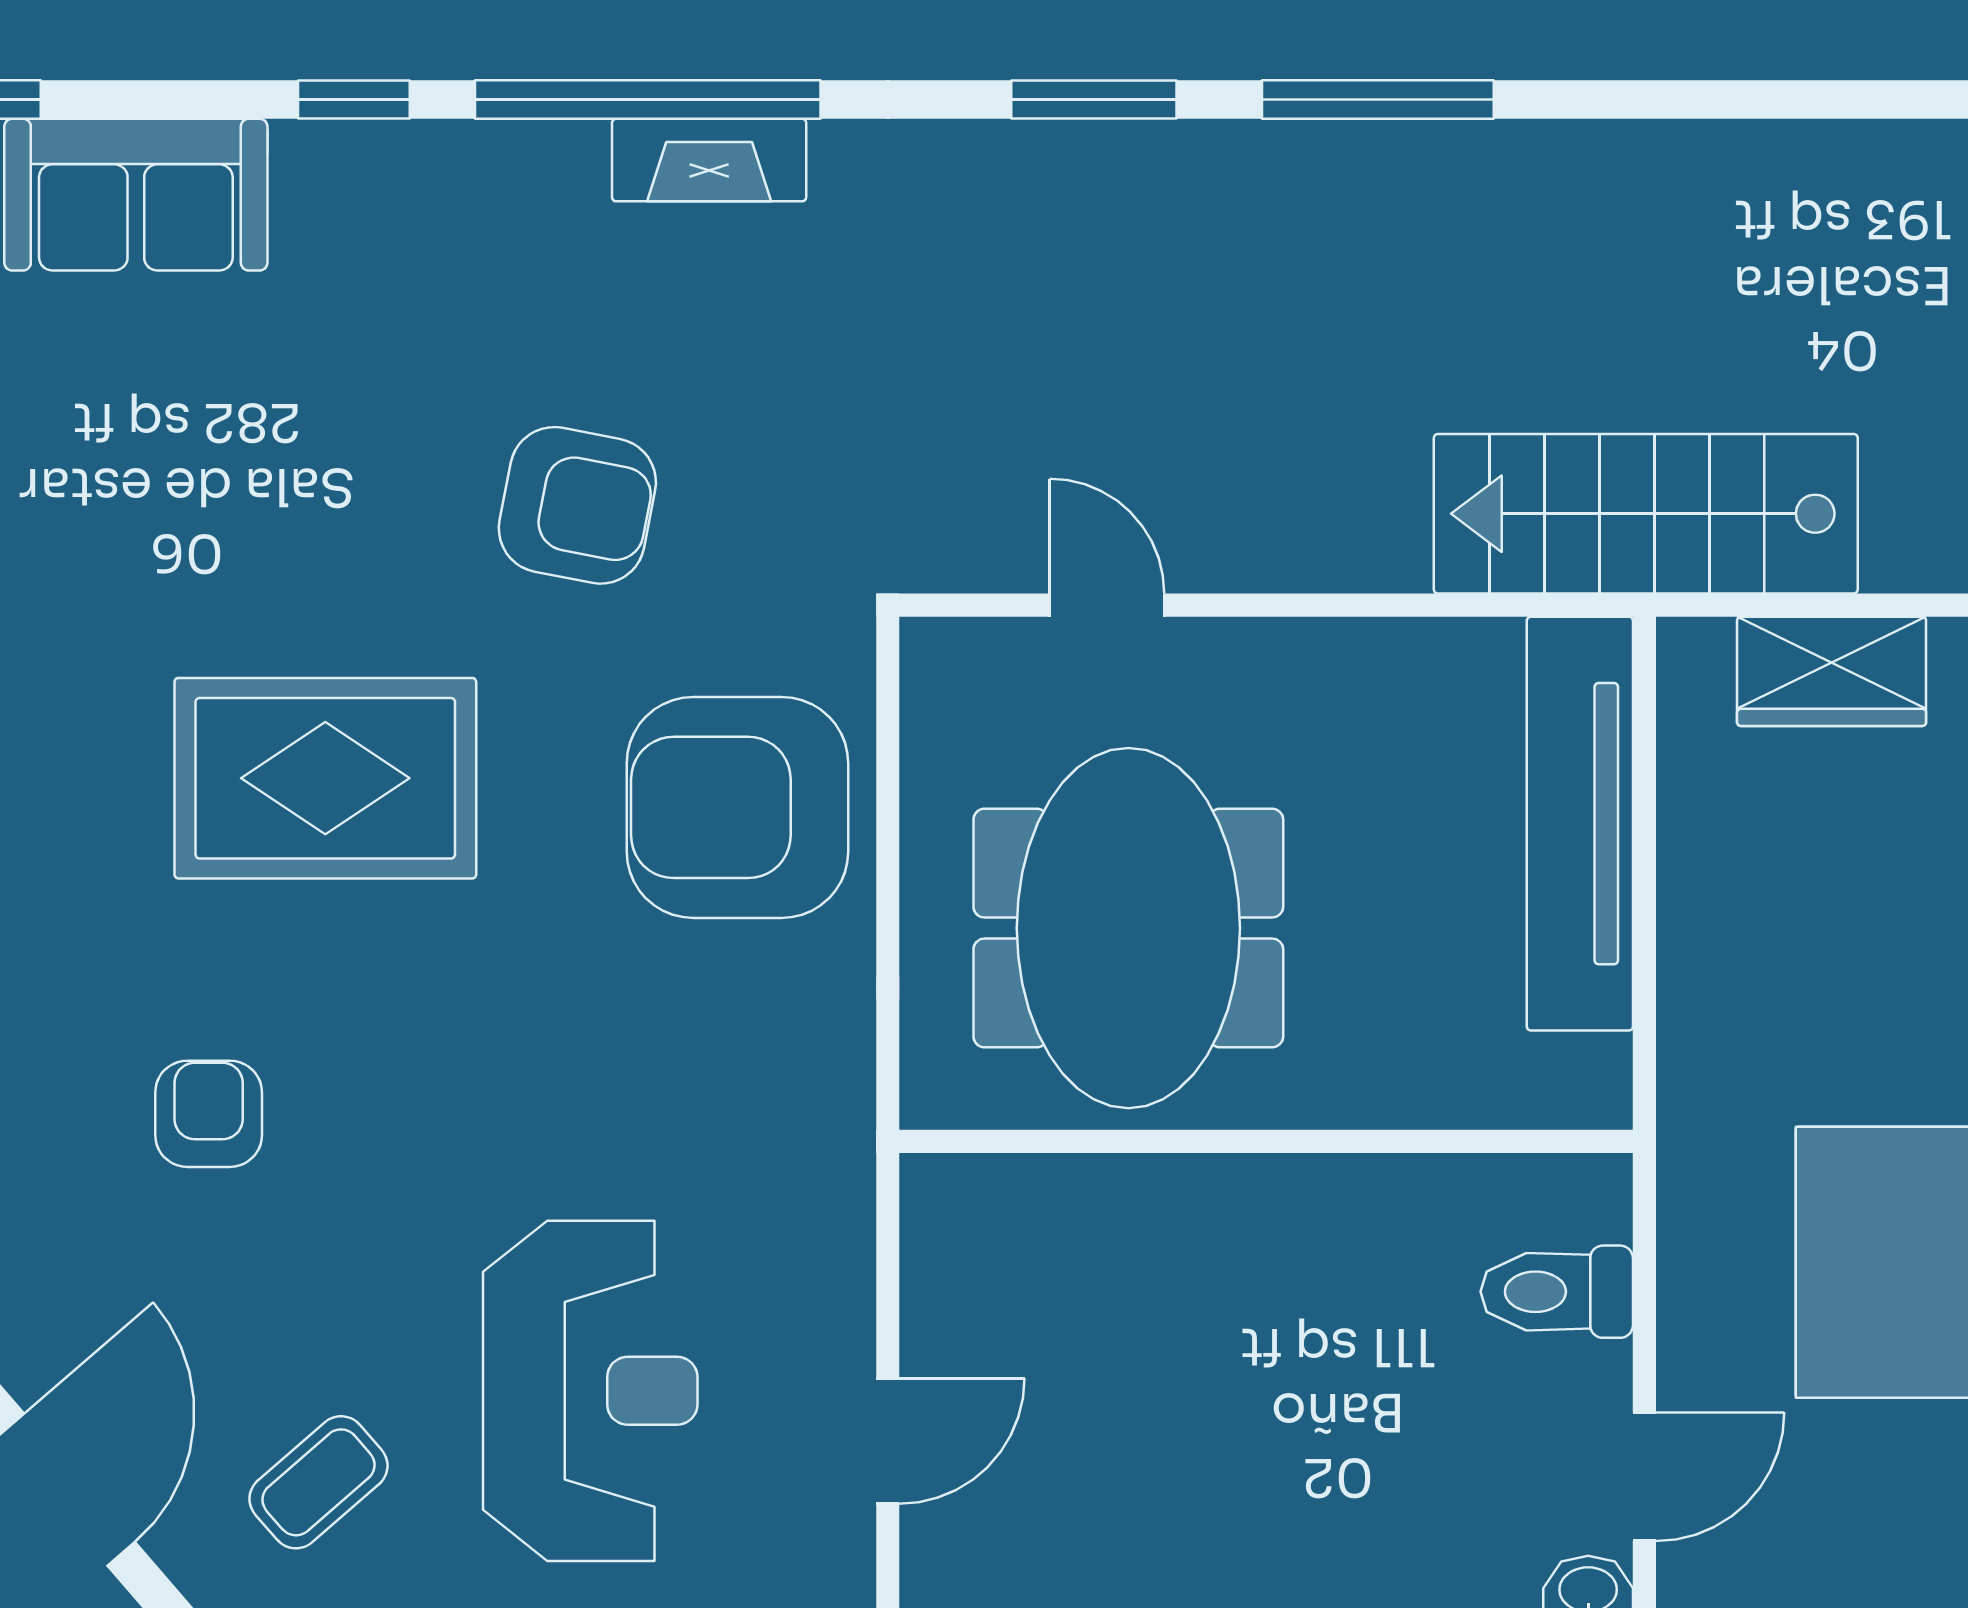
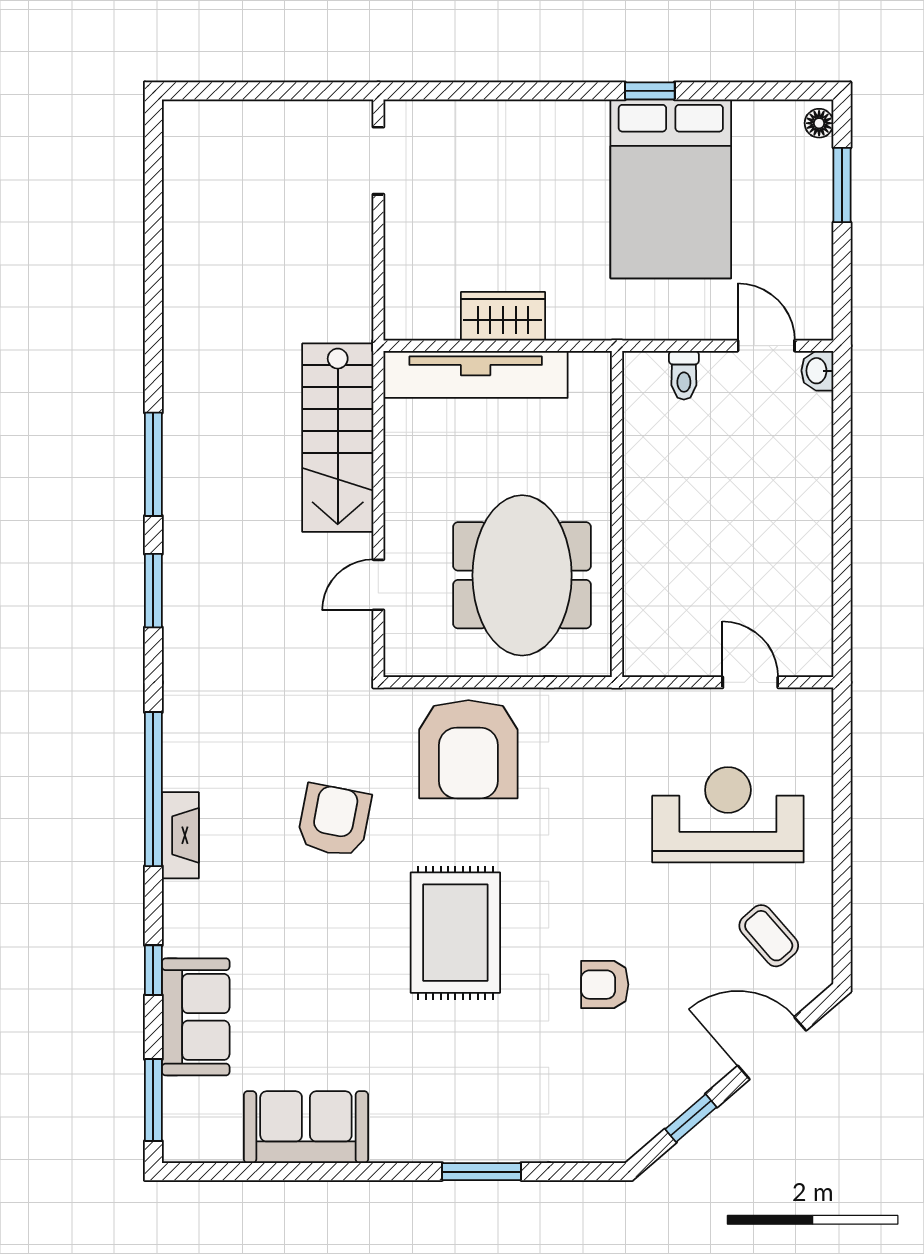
window: (354, 99) -> (153, 970), moved
fireplace: (709, 160) -> (180, 835), moved
stairs: (1646, 514) -> (338, 438), moved
wardrobe: (1832, 671) -> (503, 316), moved, turned -90
meeting table: (1128, 928) -> (522, 575), turned 90
toilet: (1557, 1292) -> (684, 375), width x0.73, depth x0.72

